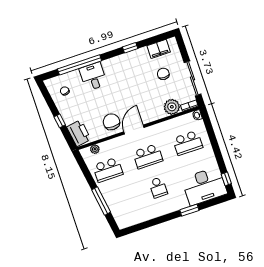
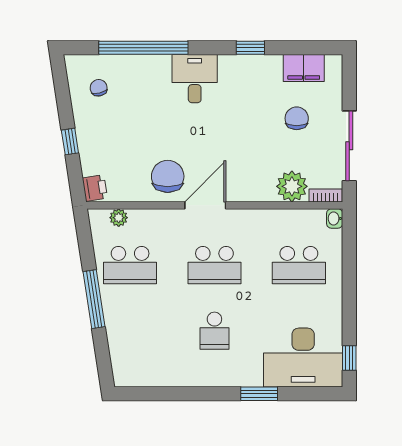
desk: (93, 77) -> (195, 79), moved
printer: (79, 133) -> (95, 188), width x0.53, depth x0.68
window: (101, 201) -> (94, 299), moved

